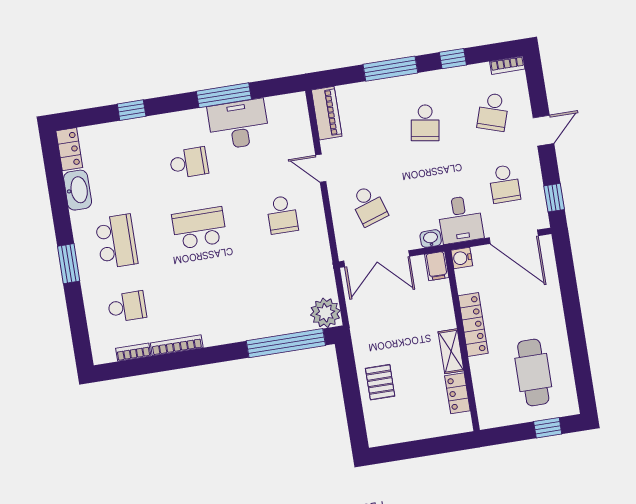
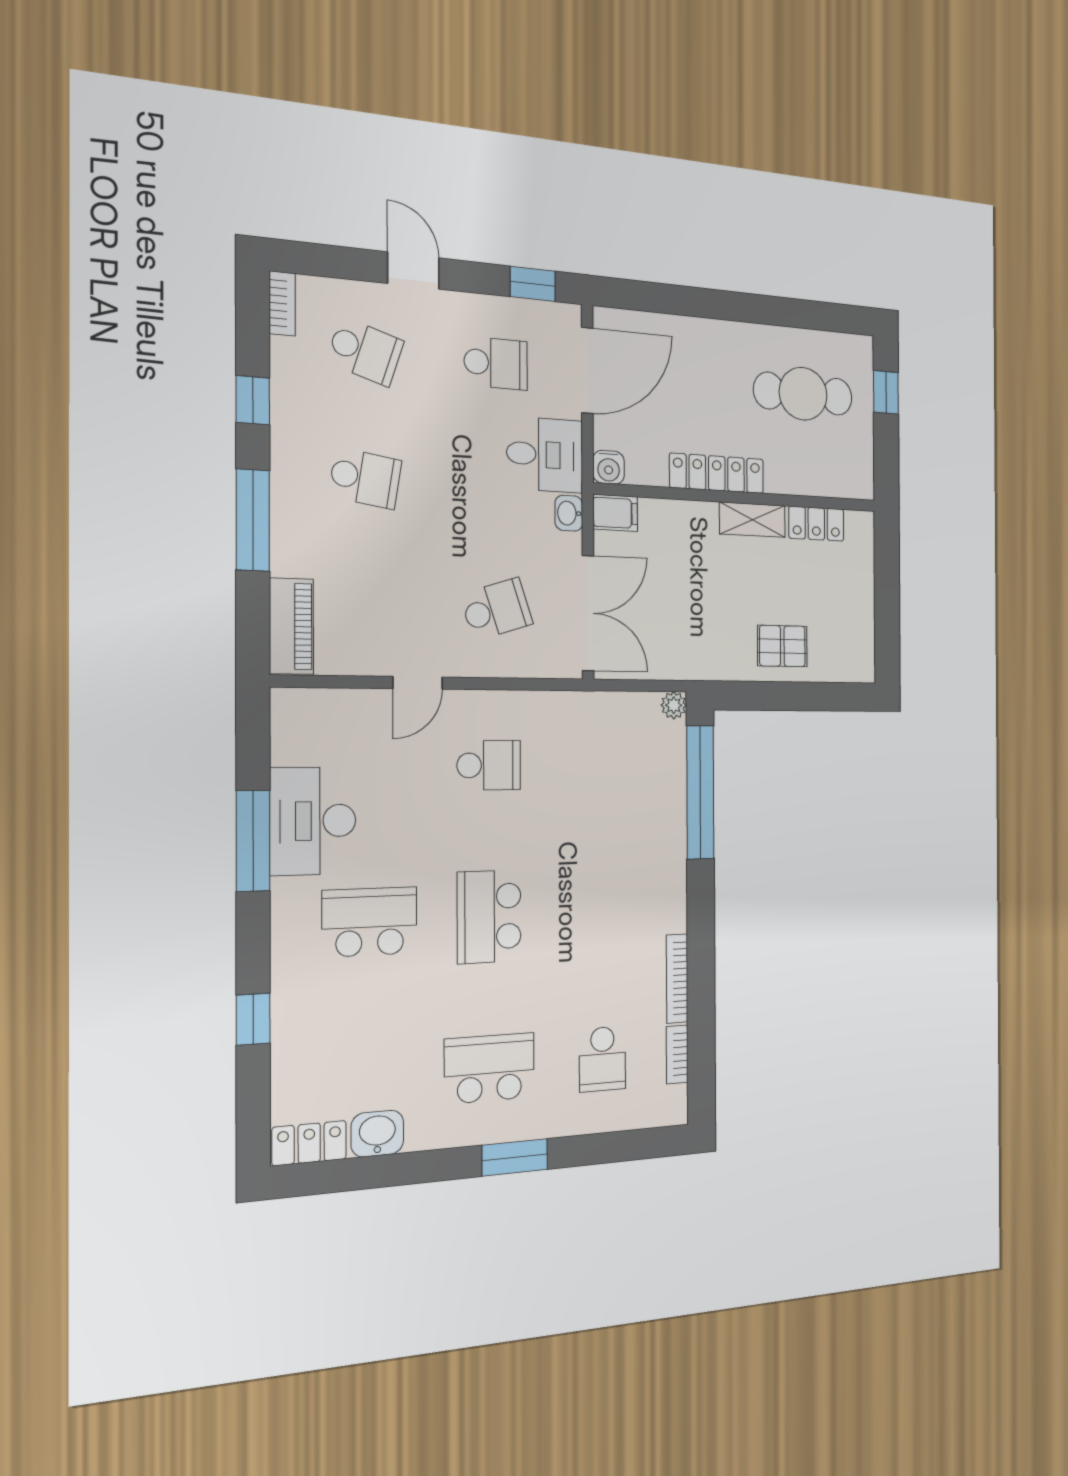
piano: (327, 113) -> (291, 626), moved, turned 90
school desk: (189, 163) -> (370, 922), width x1.85
washbasin: (78, 190) -> (377, 1134), width x0.72
school desk: (127, 307) -> (602, 1059), turned 180
plant: (325, 313) -> (674, 705), width x0.53, depth x0.53

